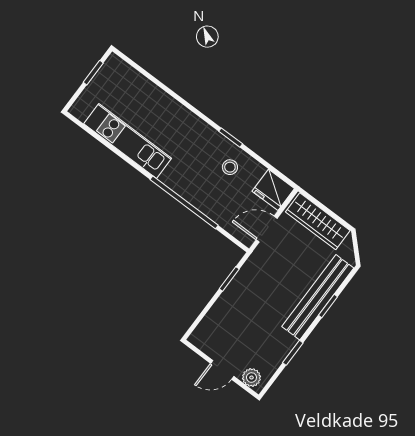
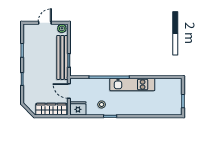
kitchen unit: (128, 141) -> (132, 85), moved
door: (267, 229) -> (69, 91), swing flipped
bench: (318, 297) -> (62, 57), moved
plant: (251, 378) -> (62, 28), moved

